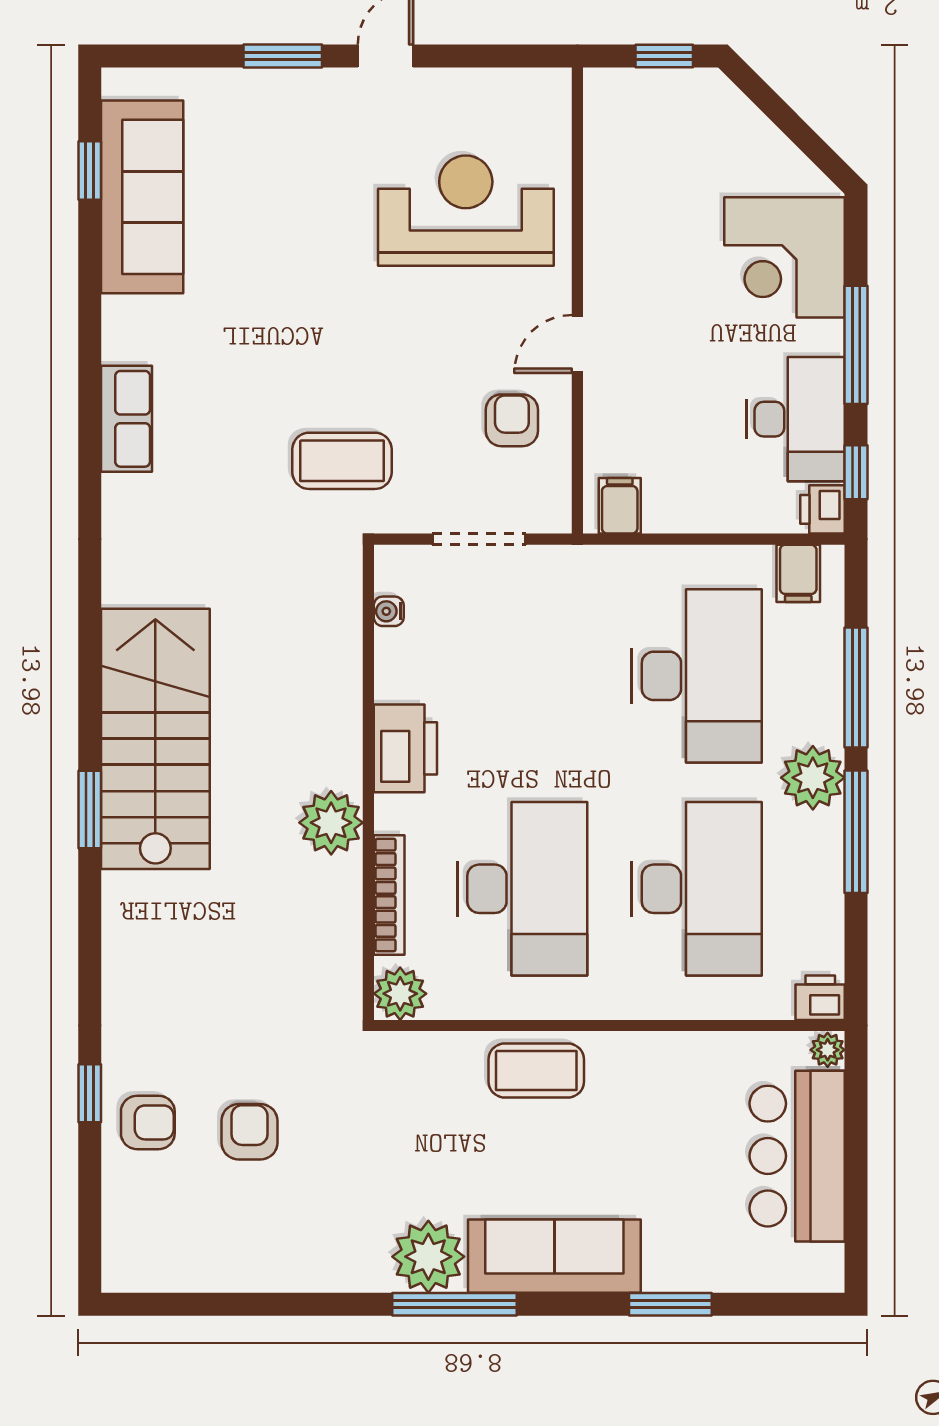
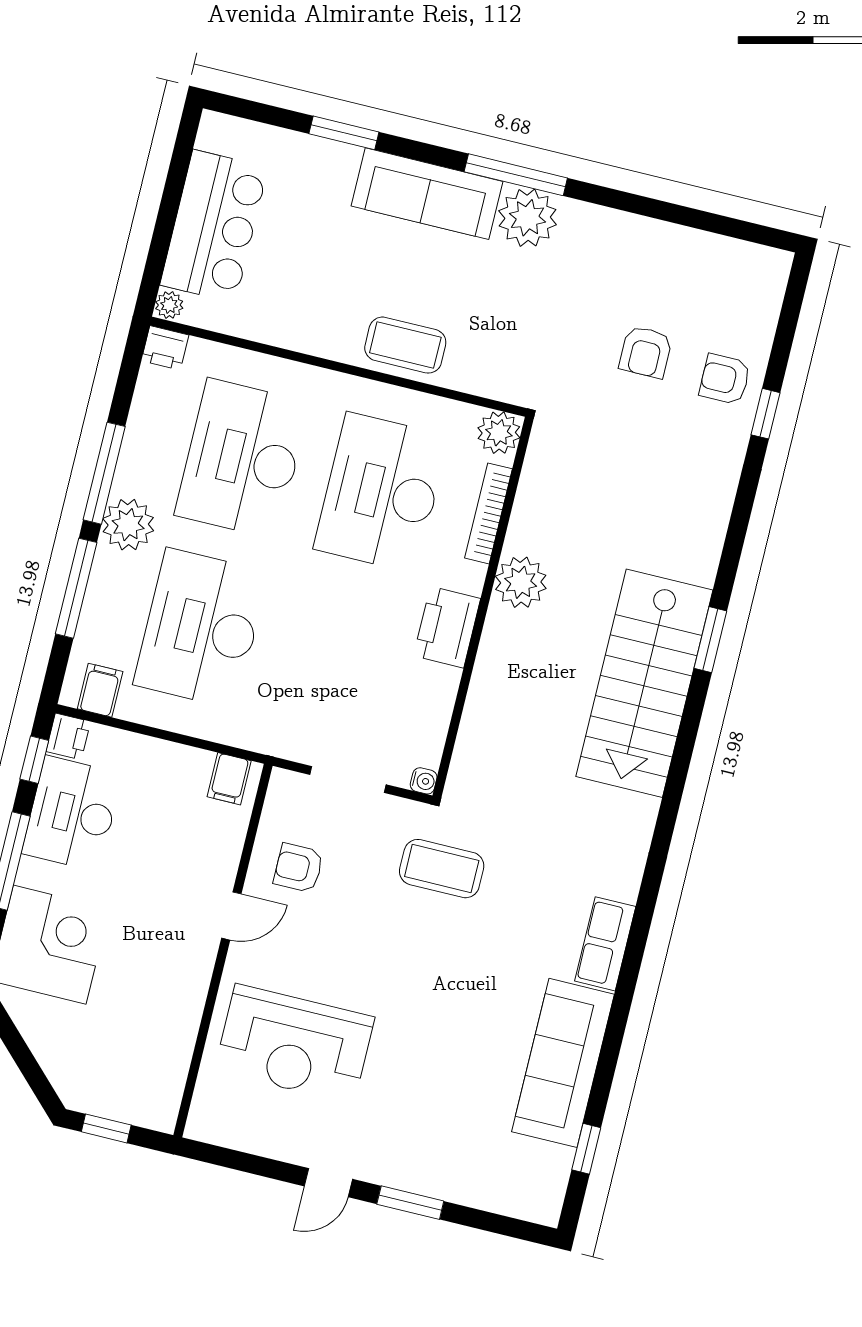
sofa: (142, 197) -> (563, 1063), moved
armchair: (512, 420) -> (298, 868), turned 90
water cooler: (389, 611) -> (424, 781), moved

